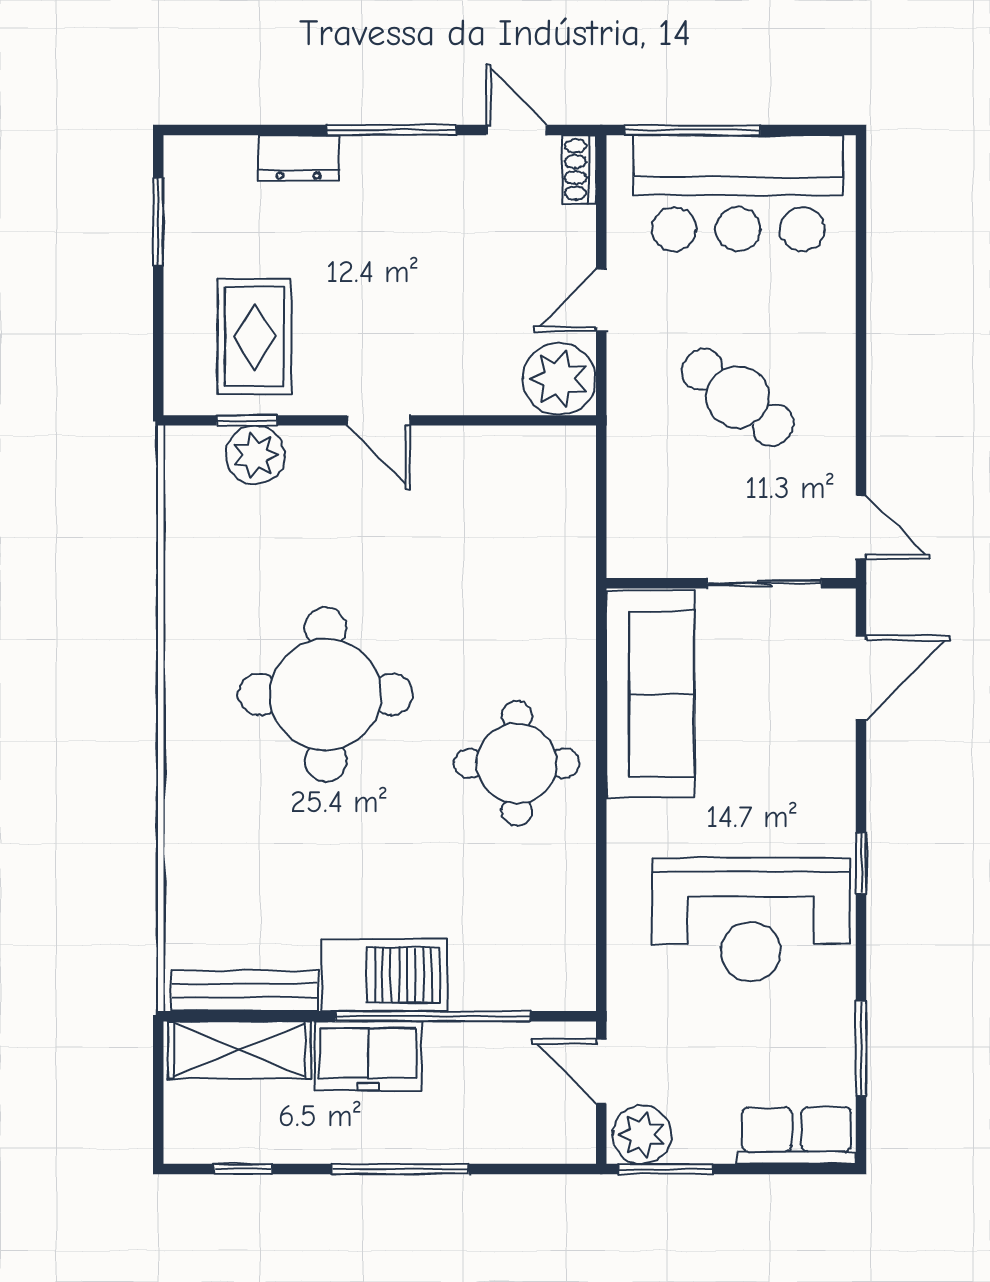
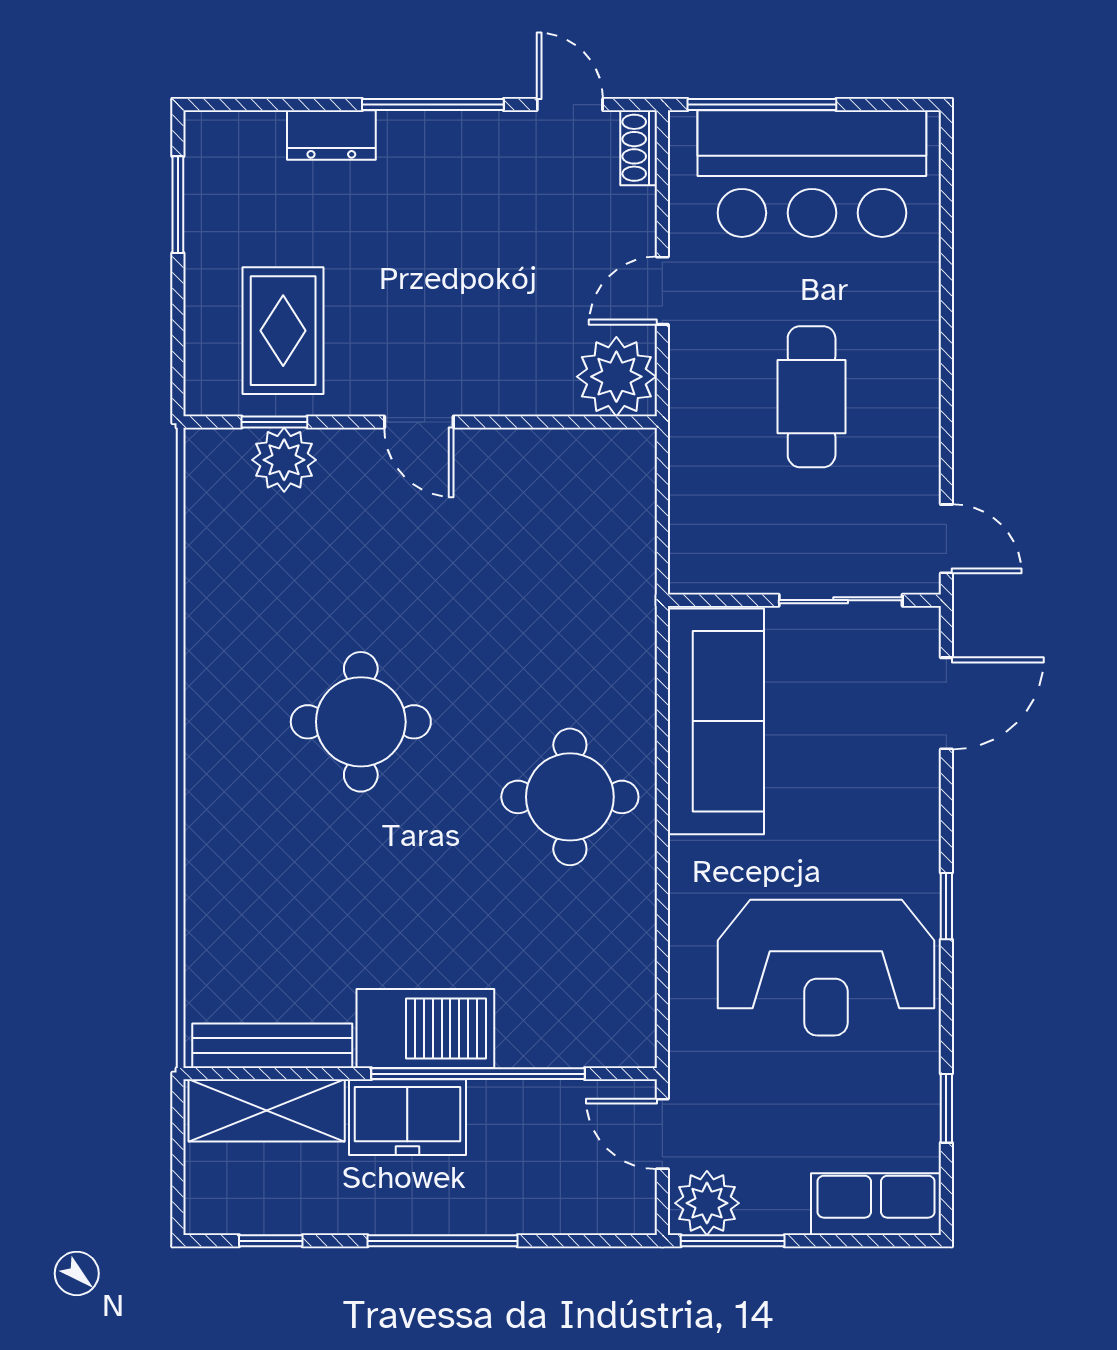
cafe table: (738, 397) -> (812, 397), turned 52
round table: (325, 695) -> (361, 722), width x0.73, depth x0.73
window: (861, 1048) -> (946, 1108), width x0.67

